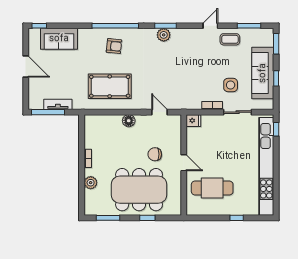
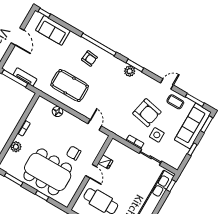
armchair: (207, 68) -> (147, 113), added
sofa: (263, 73) -> (193, 126), moved
floor lamp: (129, 121) -> (58, 112), moved
fridge: (193, 121) -> (105, 162), moved

